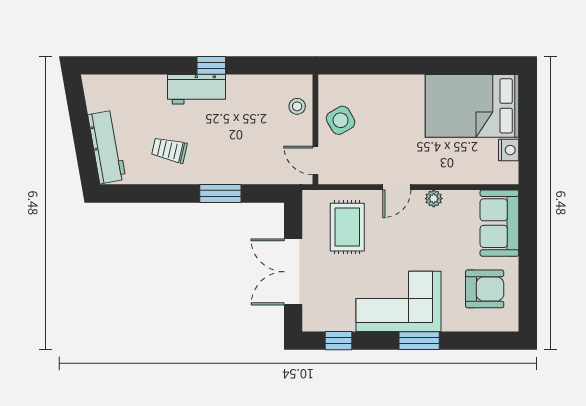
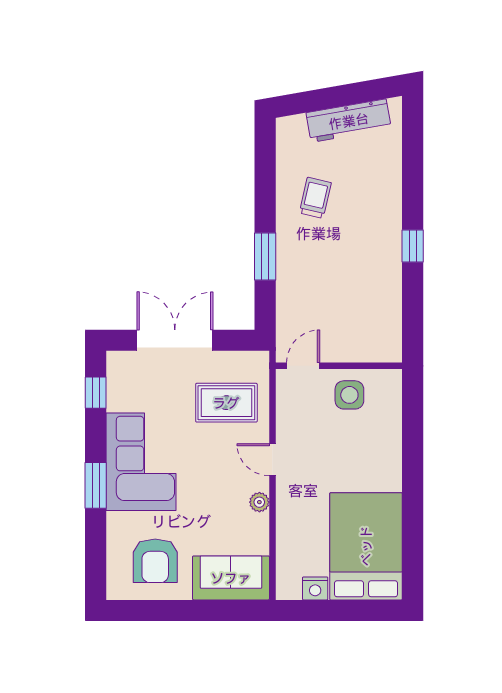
workbench: (197, 89) -> (385, 229), removed
stool: (297, 106) -> (365, 345), removed
side table: (341, 120) -> (349, 395), turned 30
workbench: (107, 147) -> (349, 121), moved

